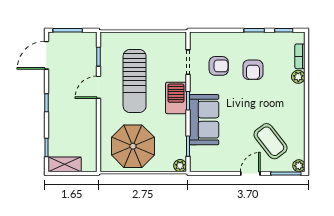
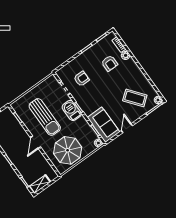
armchair: (253, 70) -> (110, 63), moved
door: (98, 87) -> (35, 142), moved
sofa: (204, 120) -> (103, 125), moved
door: (250, 173) -> (127, 128), moved

